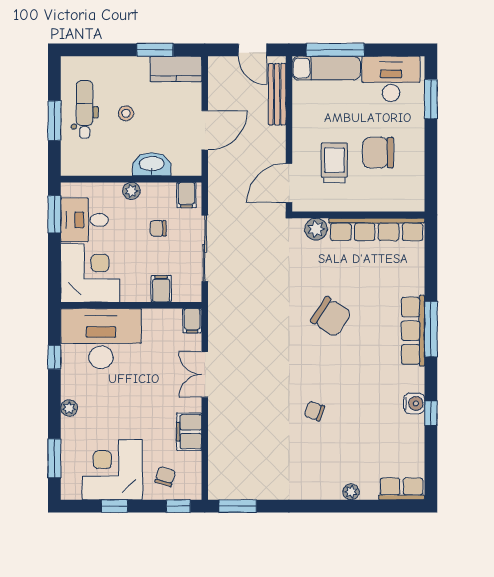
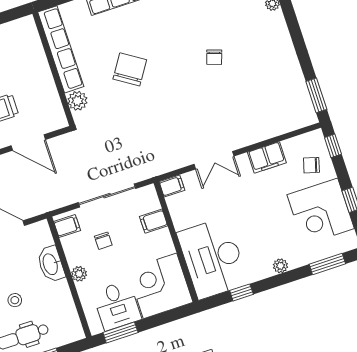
wall: (358, 215) -> (54, 69), moved
plant: (316, 229) -> (77, 101), moved
row of seats: (377, 229) -> (61, 49), moved

